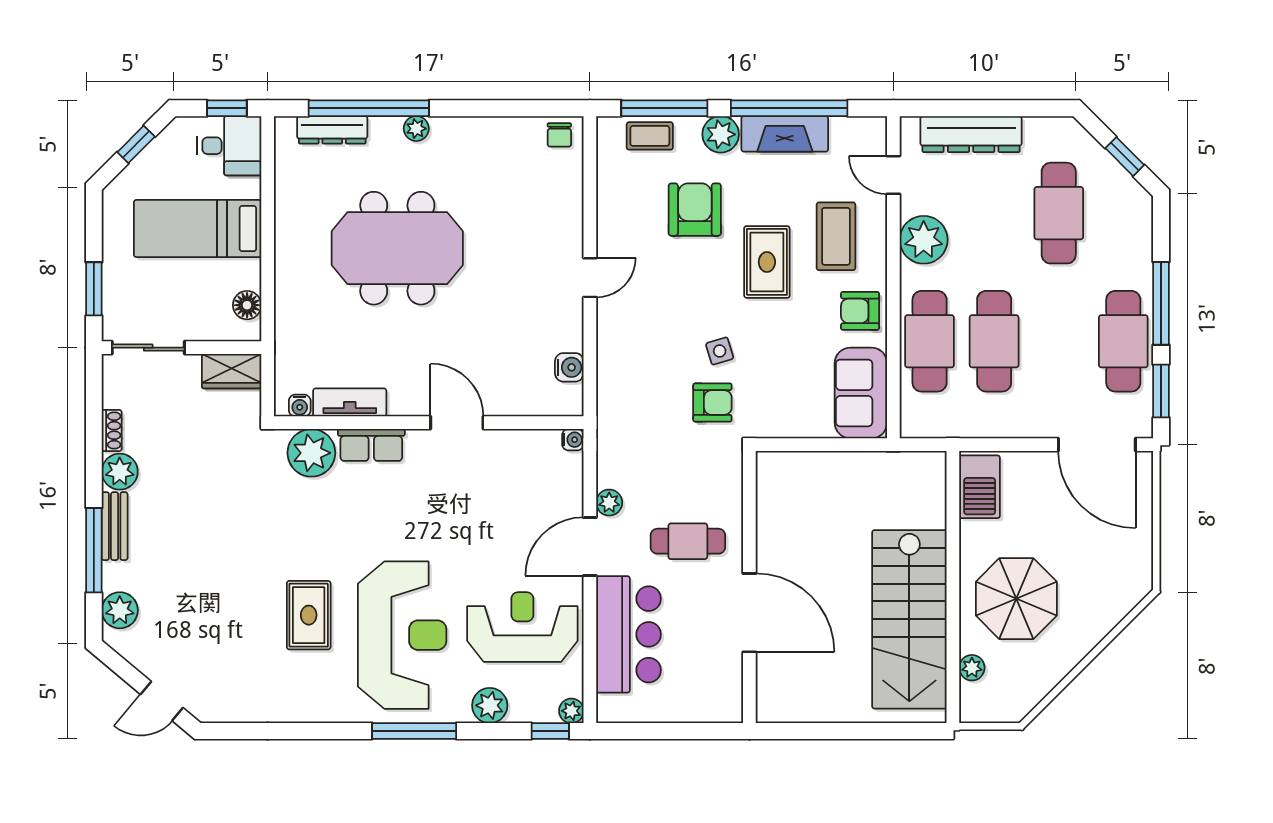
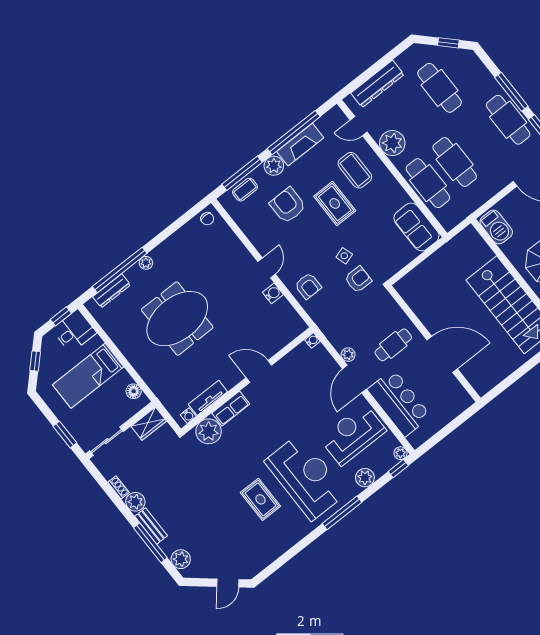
armchair: (860, 311) -> (308, 286), moved, turned -90
water cooler: (569, 367) -> (273, 293), moved

